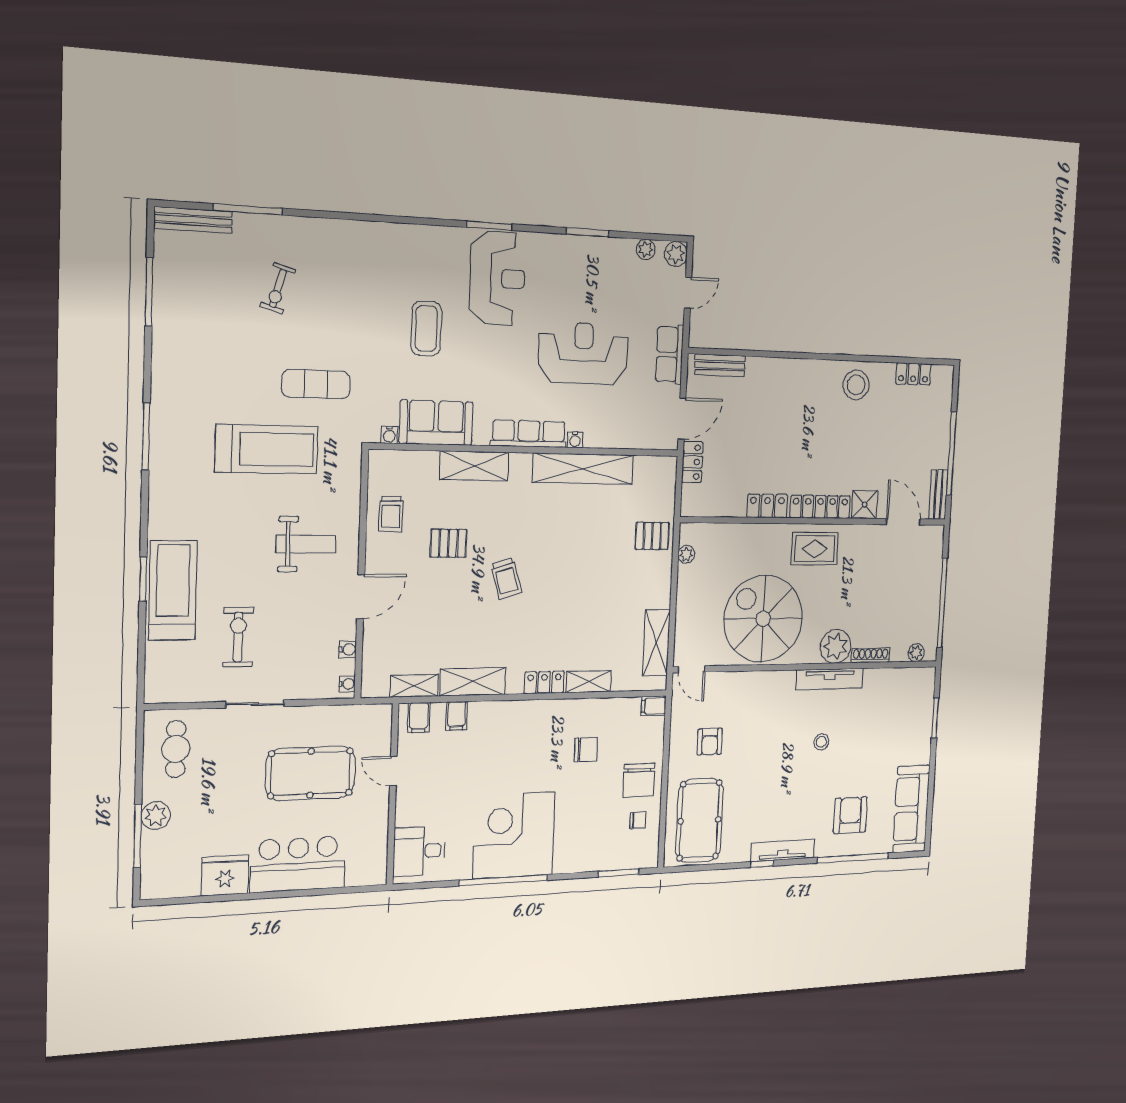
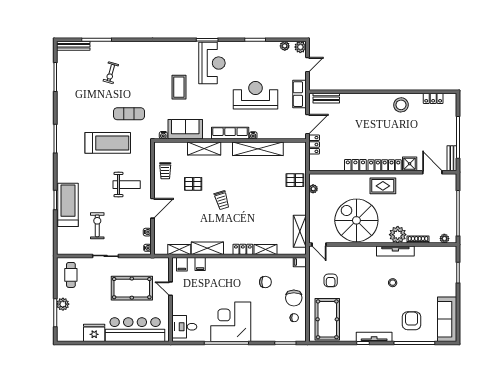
bar counter: (298, 864) -> (135, 330), width x1.36

